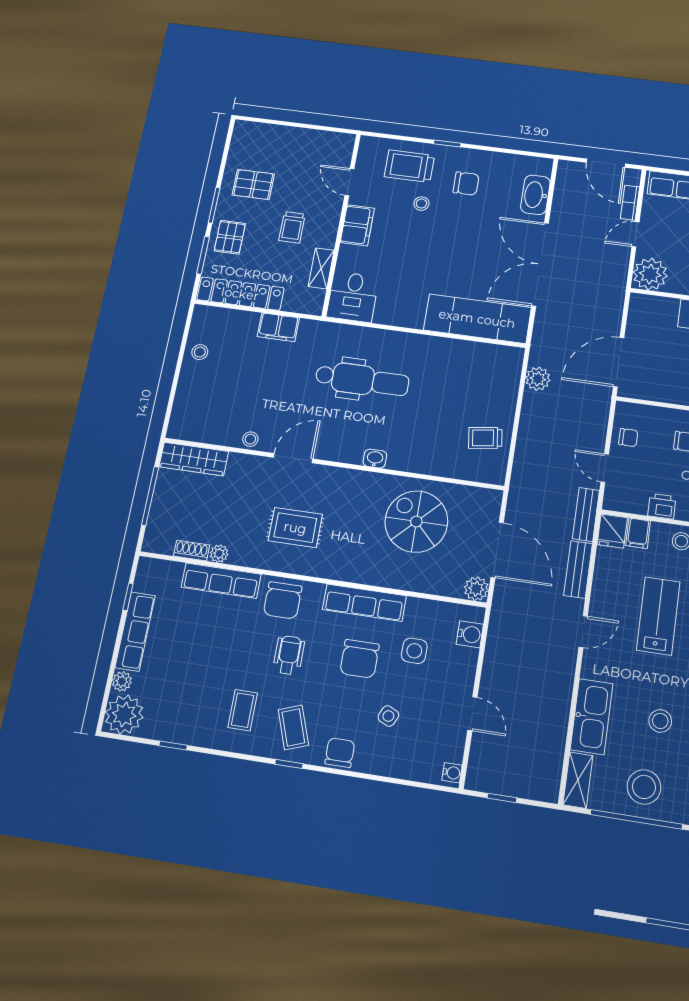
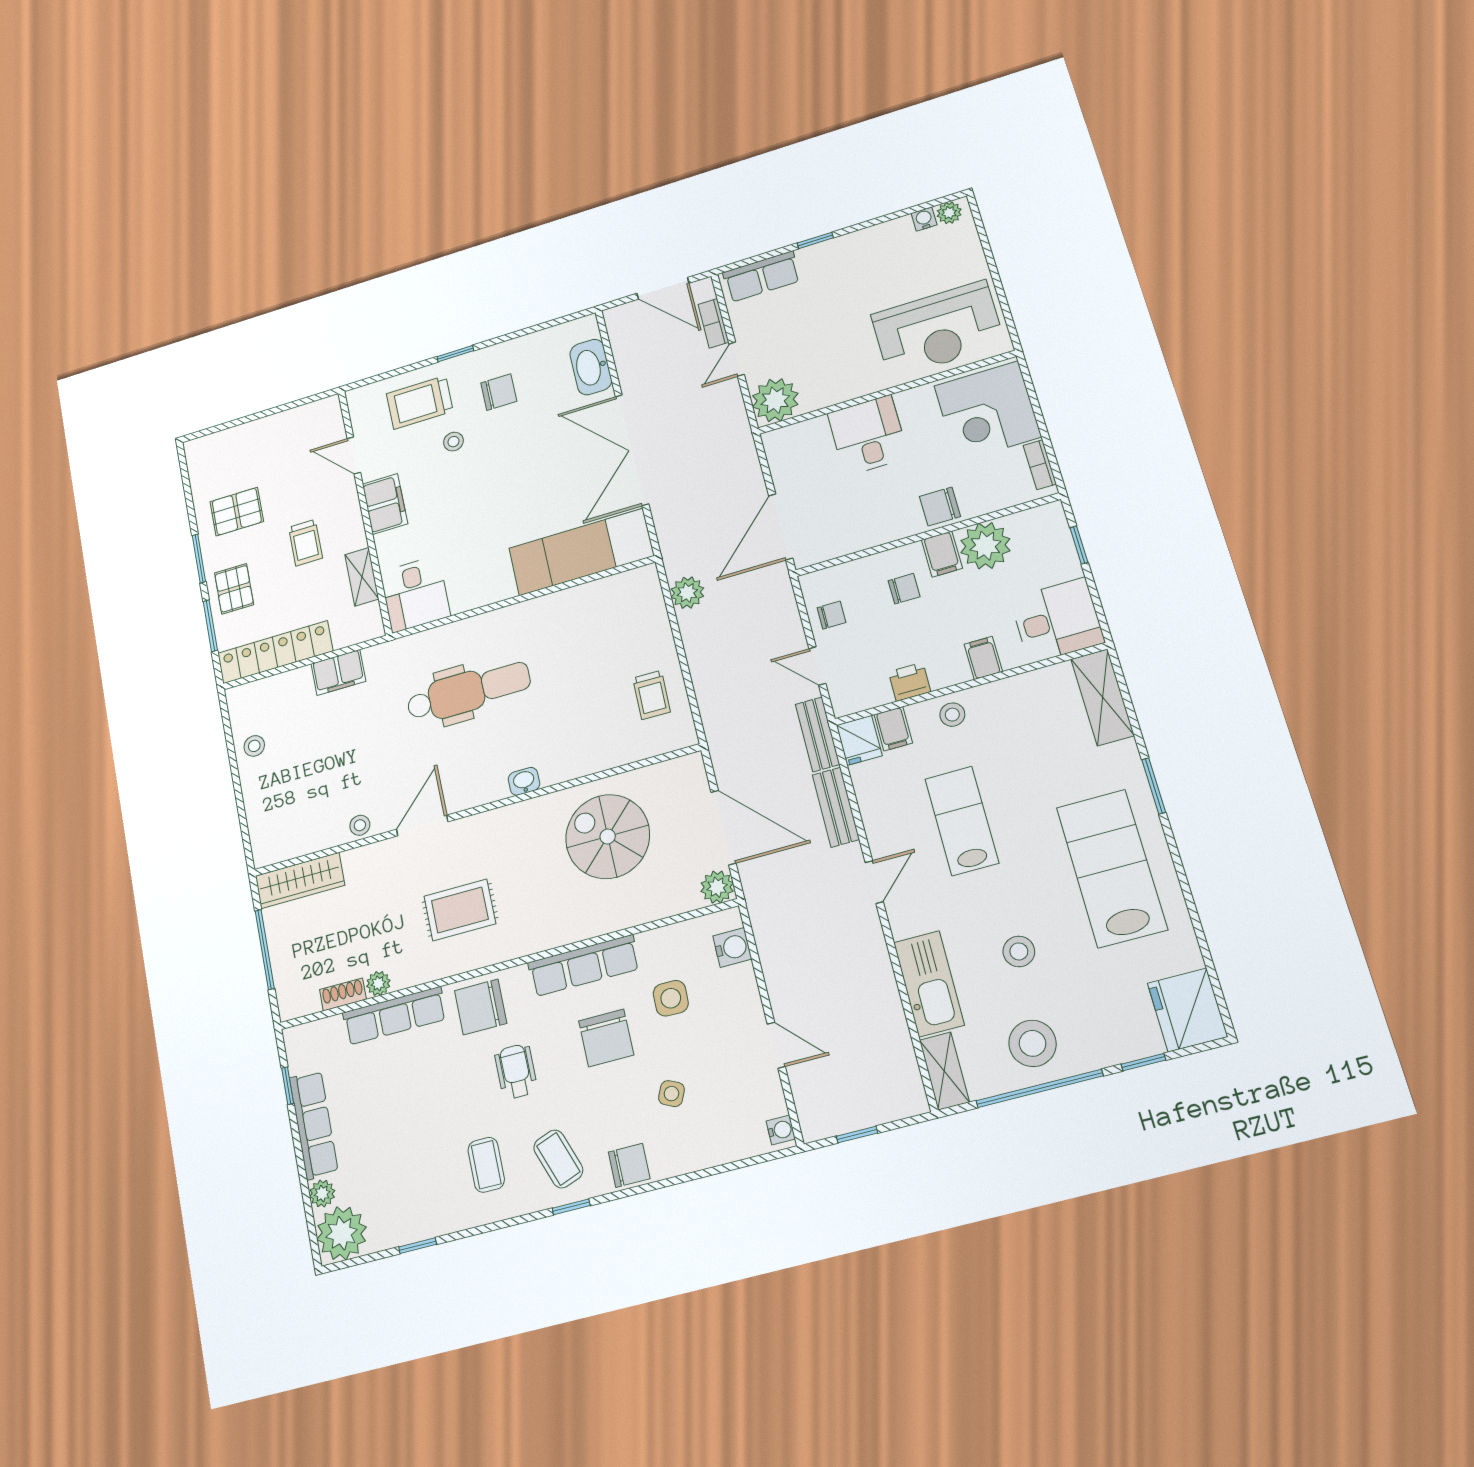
trolley: (485, 438) -> (652, 695), turned -81
chair: (283, 600) -> (481, 1007), turned 90
chair: (340, 753) -> (629, 1165), turned 90

